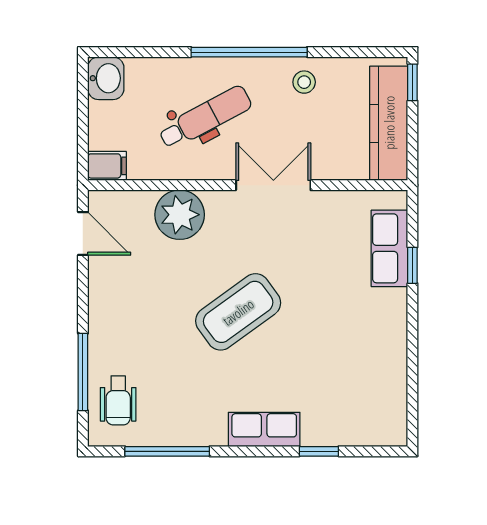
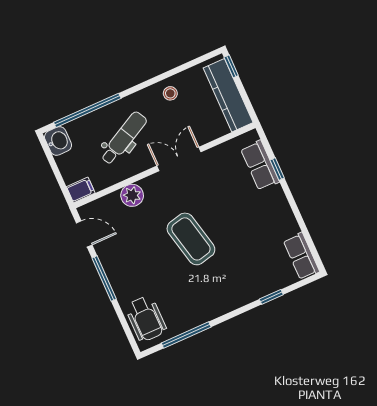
window: (249, 52) -> (87, 110), moved
plant: (180, 215) -> (132, 195), width x0.73, depth x0.73
coffee table: (238, 312) -> (191, 239), turned -67
window: (83, 372) -> (104, 278), moved
wheelchair: (118, 400) -> (146, 319), width x1.36, depth x1.37
row of seats: (264, 429) -> (301, 256), moved, turned -90

